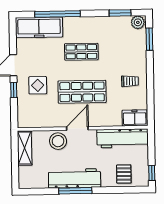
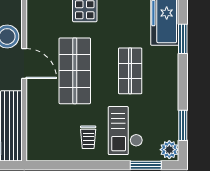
window: (57, 14) -> (183, 39), width x0.47
checkout: (125, 54) -> (125, 131), added
freezer: (135, 118) -> (37, 143), removed

